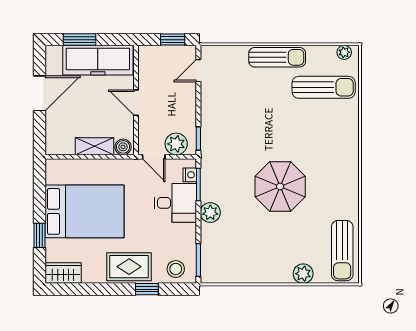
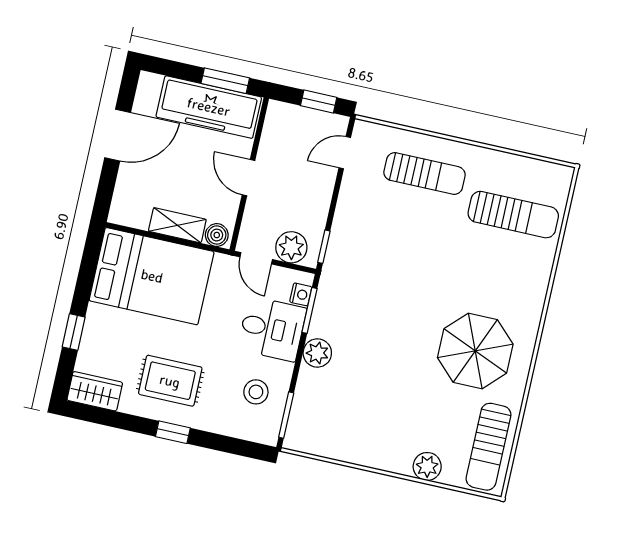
window: (79, 40) -> (225, 81), moved
plant: (344, 52) -> (553, 172), removed
sun lounger: (277, 57) -> (425, 174), moved
parasol: (280, 186) -> (475, 351), moved
bed: (85, 211) -> (152, 276), moved
rug: (129, 267) -> (170, 381), moved
stool: (176, 269) -> (256, 392), moved
window: (147, 289) -> (173, 432), moved

